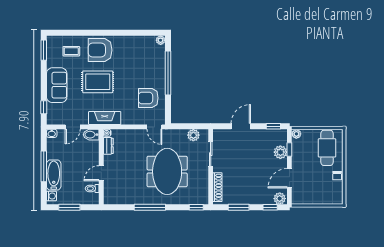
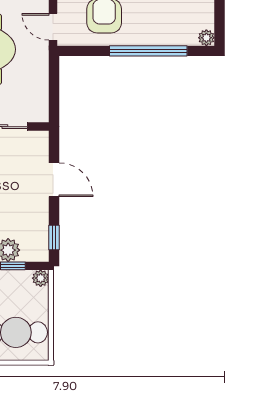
door: (154, 127) -> (53, 27), hinge flipped
plant: (193, 135) -> (38, 96), removed

